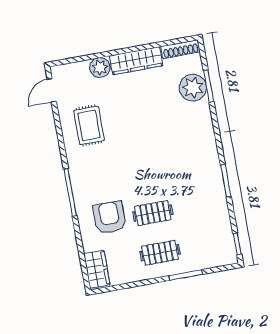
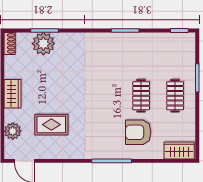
shoe rack: (181, 49) -> (10, 43), width x0.70
wardrobe: (136, 61) -> (13, 94), width x0.67
plant: (100, 67) -> (13, 131), moved
rug: (89, 125) -> (51, 125), moved

